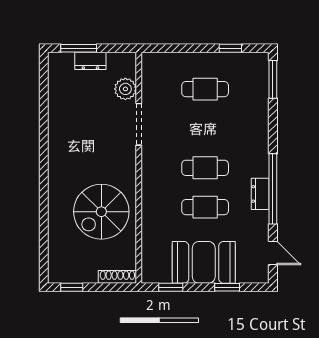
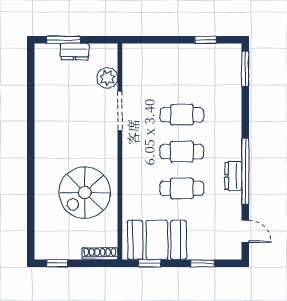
cafe table: (205, 89) -> (182, 115), moved
booth: (204, 262) -> (157, 240), moved

